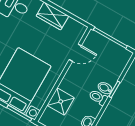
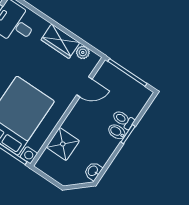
plant: (72, 24) -> (83, 52), added
toilet: (98, 97) -> (123, 120), moved

